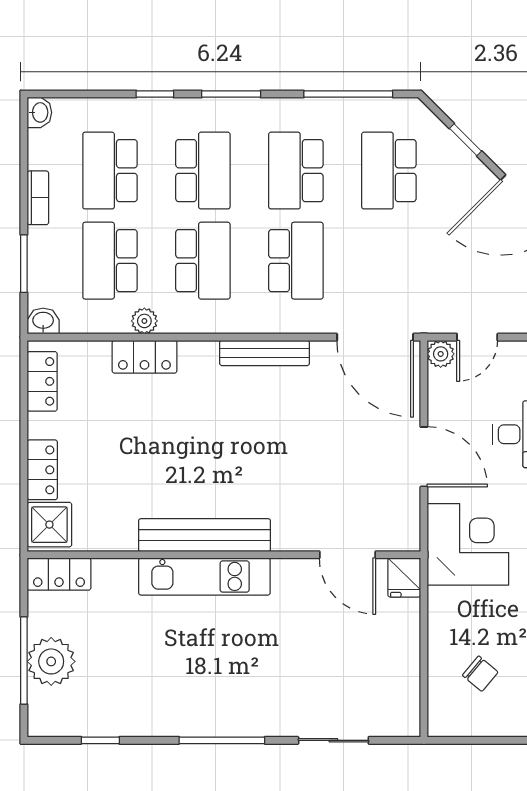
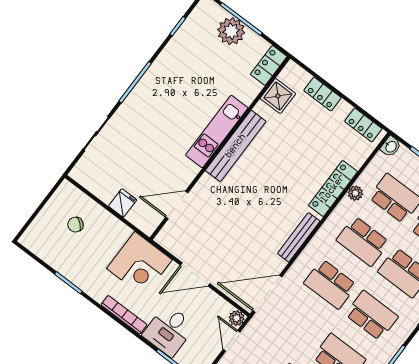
locker: (144, 357) -> (333, 189), width x1.53
shower: (49, 525) -> (278, 96), moved
fridge: (404, 577) -> (123, 203), moved, turned 90

